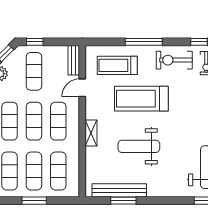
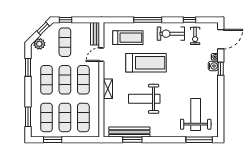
treadmill: (117, 65) -> (128, 38), turned 180
treadmill: (141, 99) -> (146, 63), turned 180
window: (34, 201) -> (53, 140), moved

